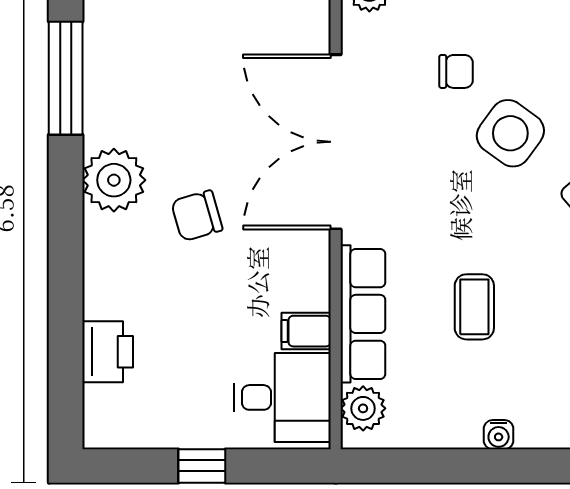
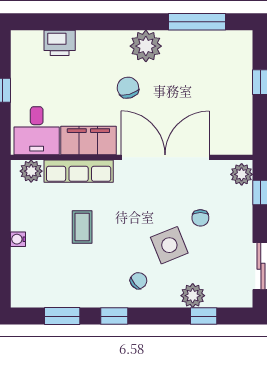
side table: (510, 133) -> (169, 245), turned 32
coffee table: (474, 307) -> (82, 227), turned 90
filing cabinet: (306, 331) -> (88, 141), width x3.00, depth x1.17

